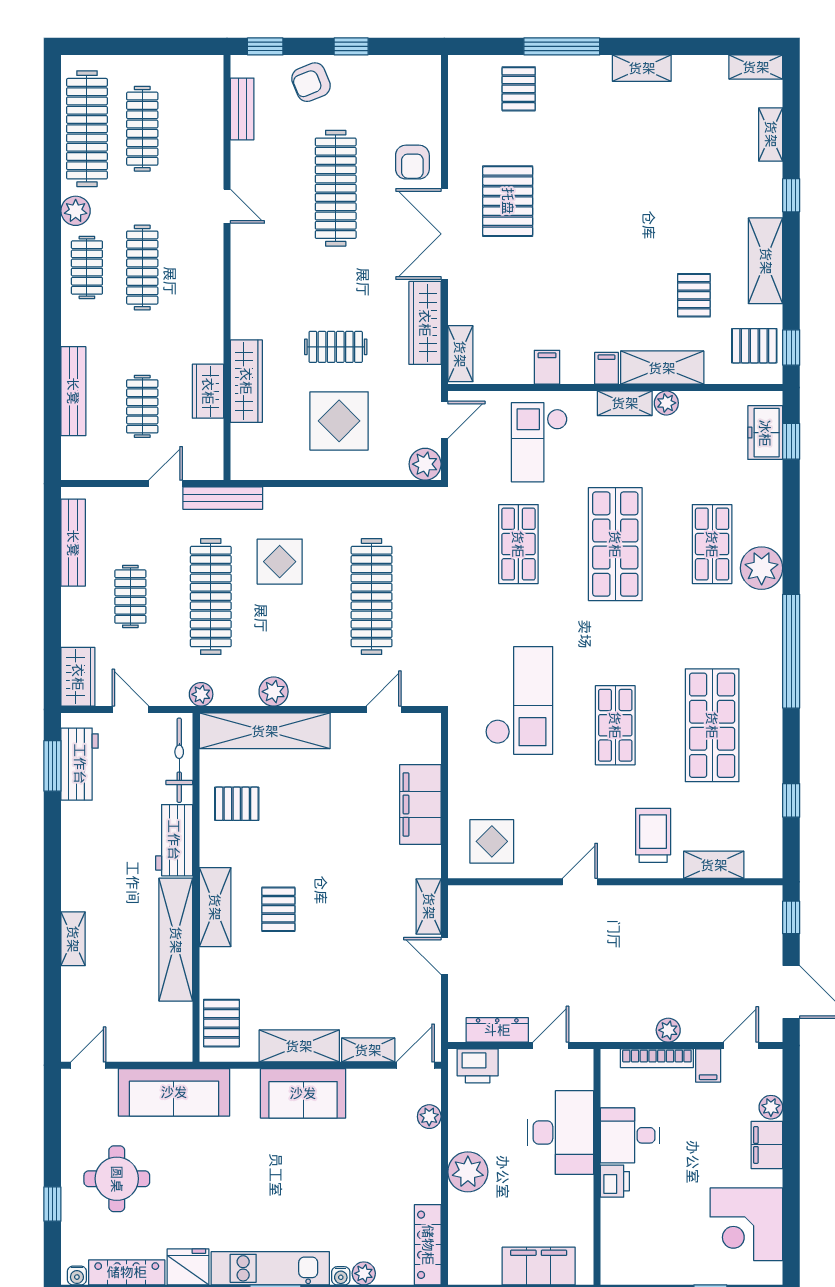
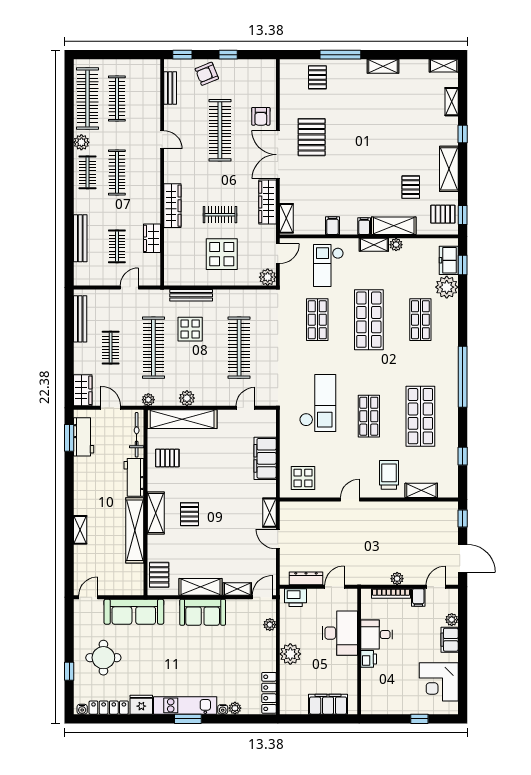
wardrobe: (246, 381) -> (172, 206), moved
bench: (223, 498) -> (191, 295), moved
plant: (762, 568) -> (447, 287), moved

